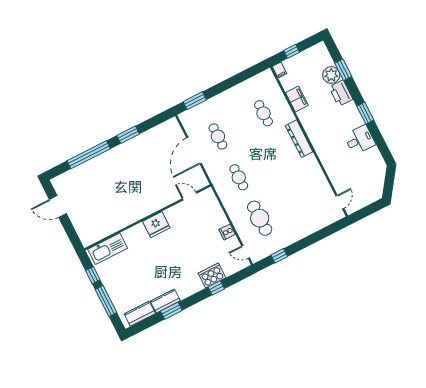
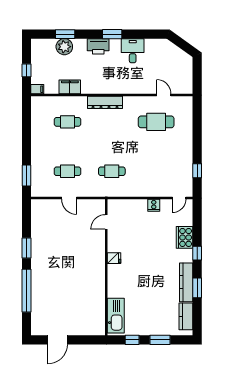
printer: (341, 93) -> (98, 46), moved
door: (194, 151) -> (69, 198), width x0.53
door: (340, 202) -> (164, 95), moved
cafe table: (260, 218) -> (156, 122), moved
fridge: (156, 225) -> (114, 258), width x0.53, depth x0.75
window: (216, 288) -> (197, 253), moved
window: (106, 301) -> (160, 340), width x0.69
kitchen counter: (165, 301) -> (186, 282), width x1.50

